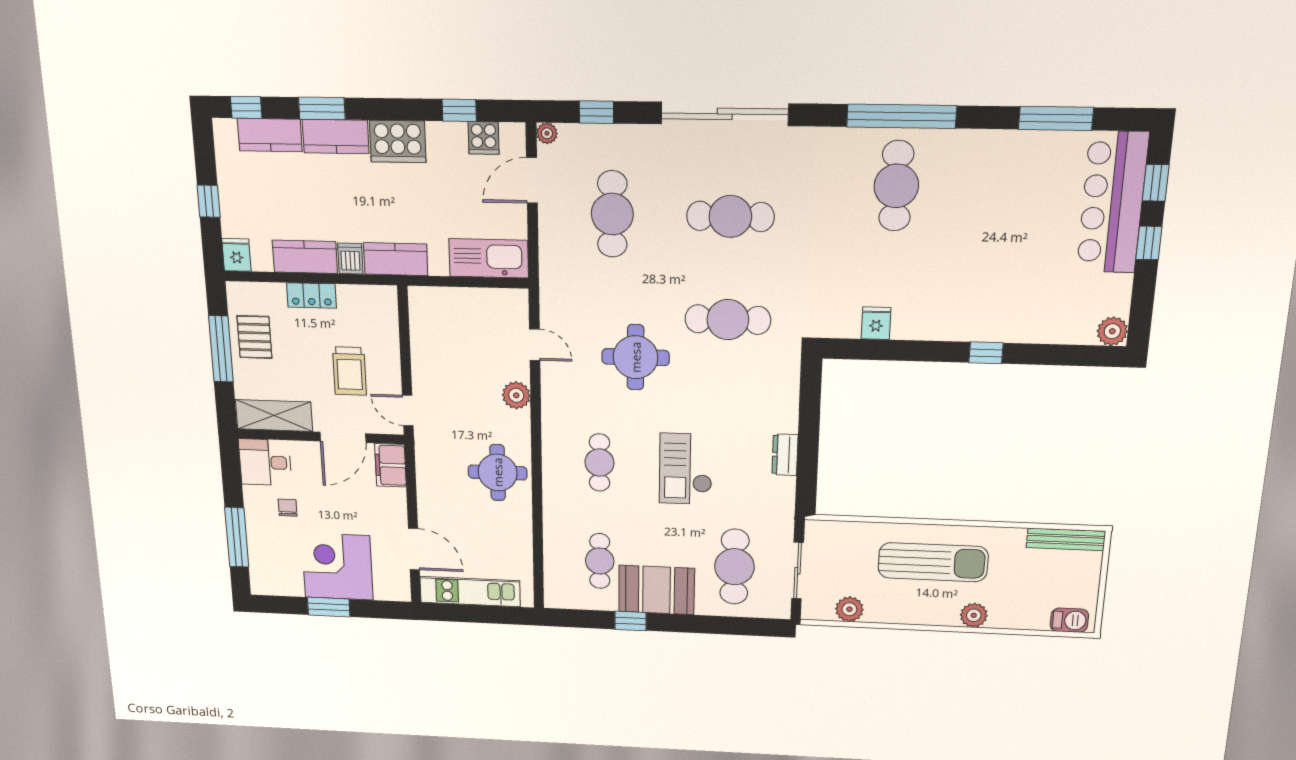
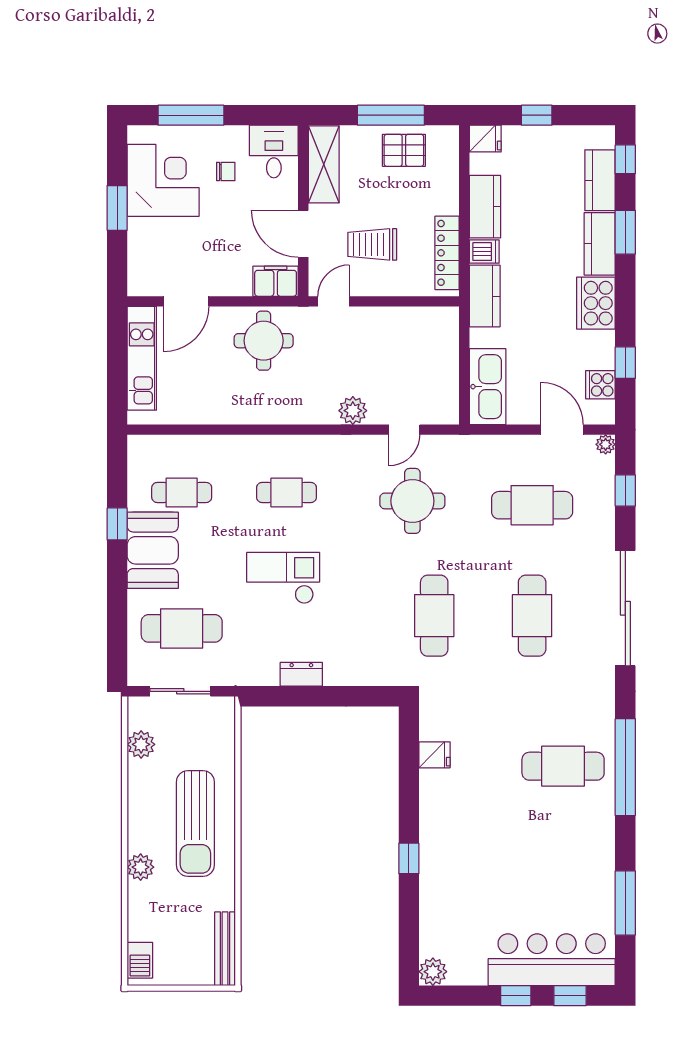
locker: (311, 295) -> (447, 253), moved, width x1.53
round table: (636, 357) -> (412, 501), moved
round table: (498, 472) -> (264, 341), moved
corner desk: (337, 567) -> (163, 180), moved

